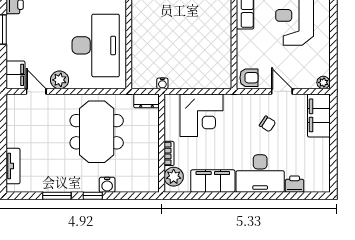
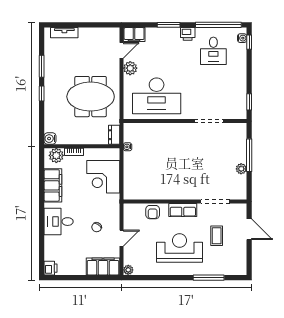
armchair: (249, 78) -> (153, 212), moved
desk: (260, 174) -> (59, 222), width x0.73
printer: (295, 184) -> (51, 268), moved
water cooler: (107, 185) -> (50, 139), moved

